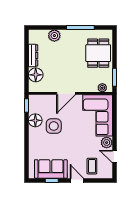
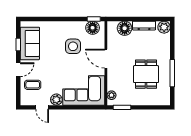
plant: (54, 36) -> (164, 27), moved
dining table: (98, 53) -> (146, 74), moved, turned 90
floor lamp: (35, 120) -> (93, 28), moved
door: (114, 157) -> (42, 107), swing flipped

